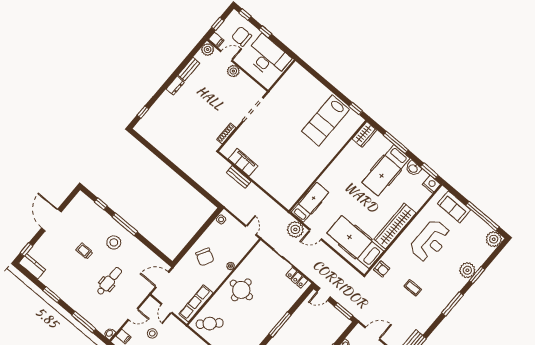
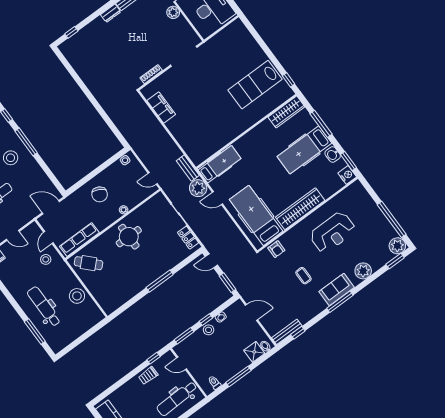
wardrobe: (365, 134) -> (286, 112), width x1.50
bench: (239, 177) -> (188, 168), moved
sofa: (454, 207) -> (337, 289), moved, turned 90
door: (251, 230) -> (153, 178), swing flipped
window: (477, 275) -> (395, 261), moved
stool: (152, 333) -> (46, 259), moved

